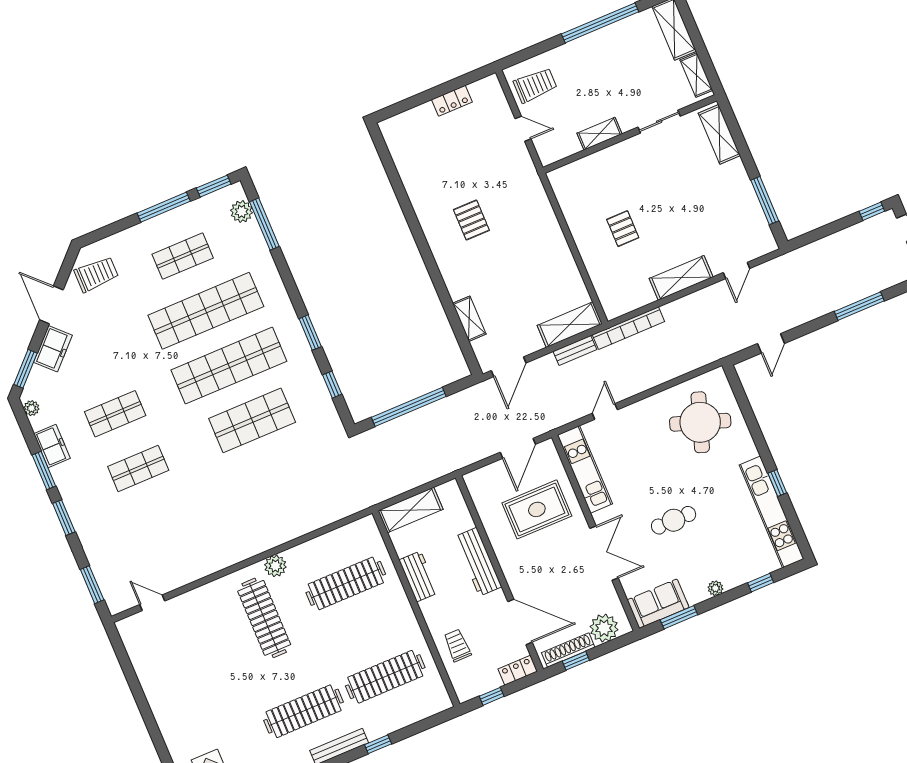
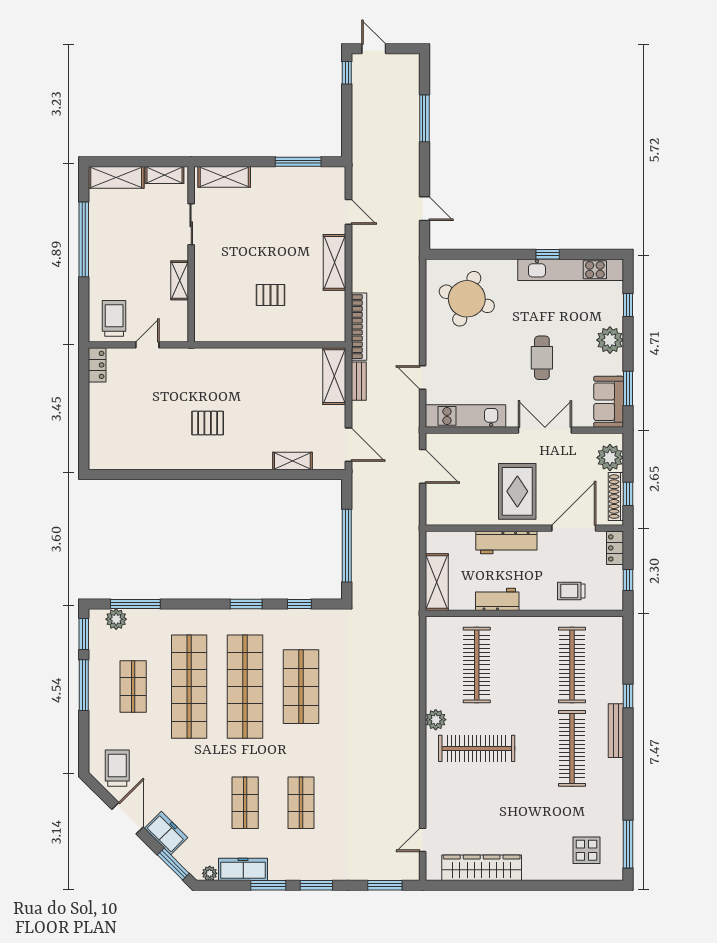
locker: (452, 101) -> (97, 365), moved
door: (51, 305) -> (127, 818), swing flipped
freezer: (52, 446) -> (243, 869), width x1.40
rug: (537, 509) -> (517, 491), moved
plant: (715, 588) -> (610, 340), width x1.87, depth x1.87
wardrobe: (149, 672) -> (482, 868), added

